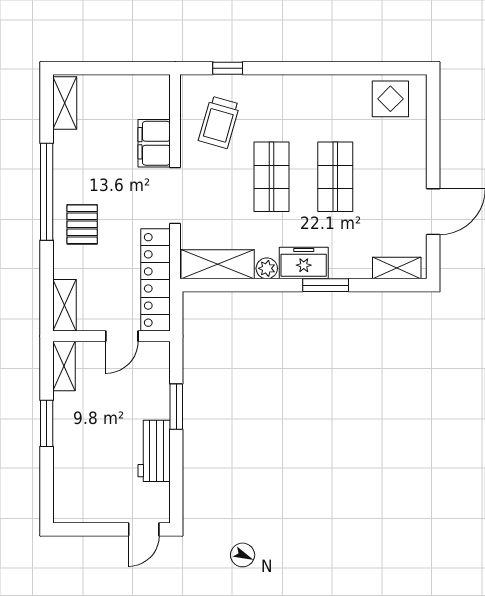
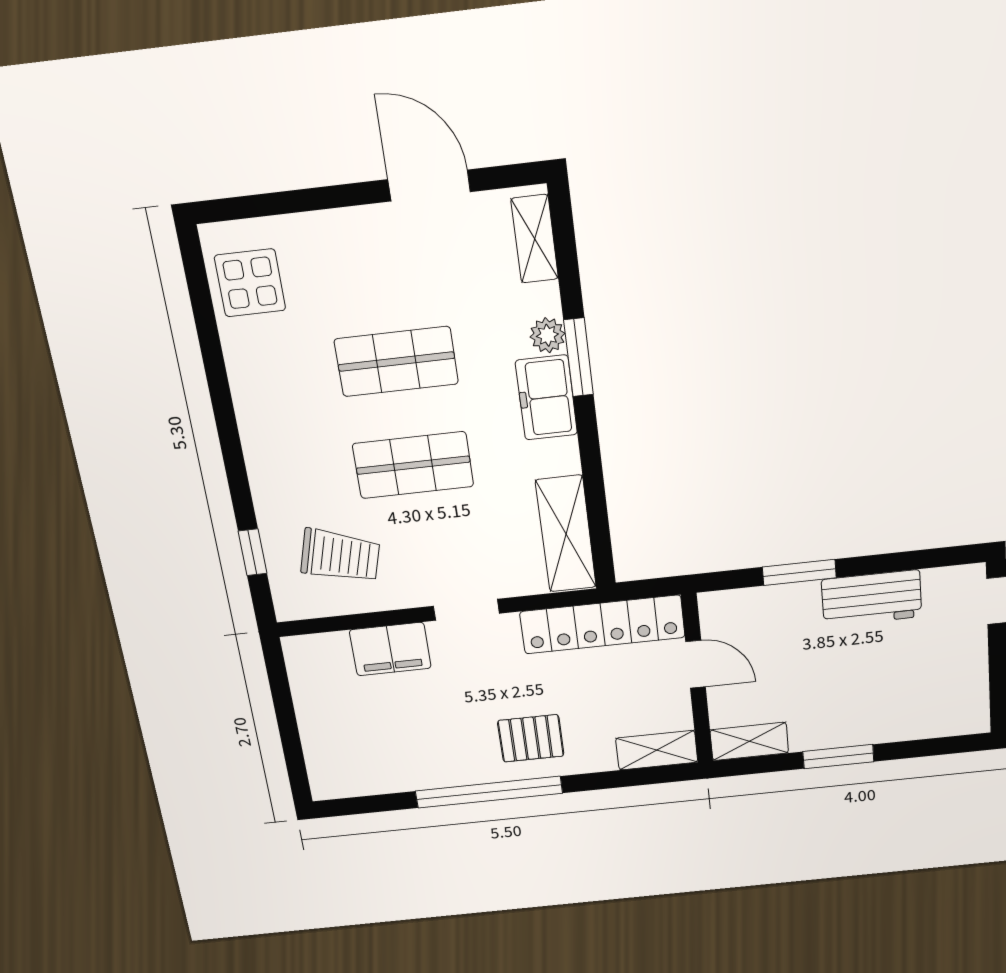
shelving: (65, 103) -> (352, 781), removed
doorway: (175, 195) -> (466, 610), width x0.73
plant: (267, 268) -> (547, 335), moved

